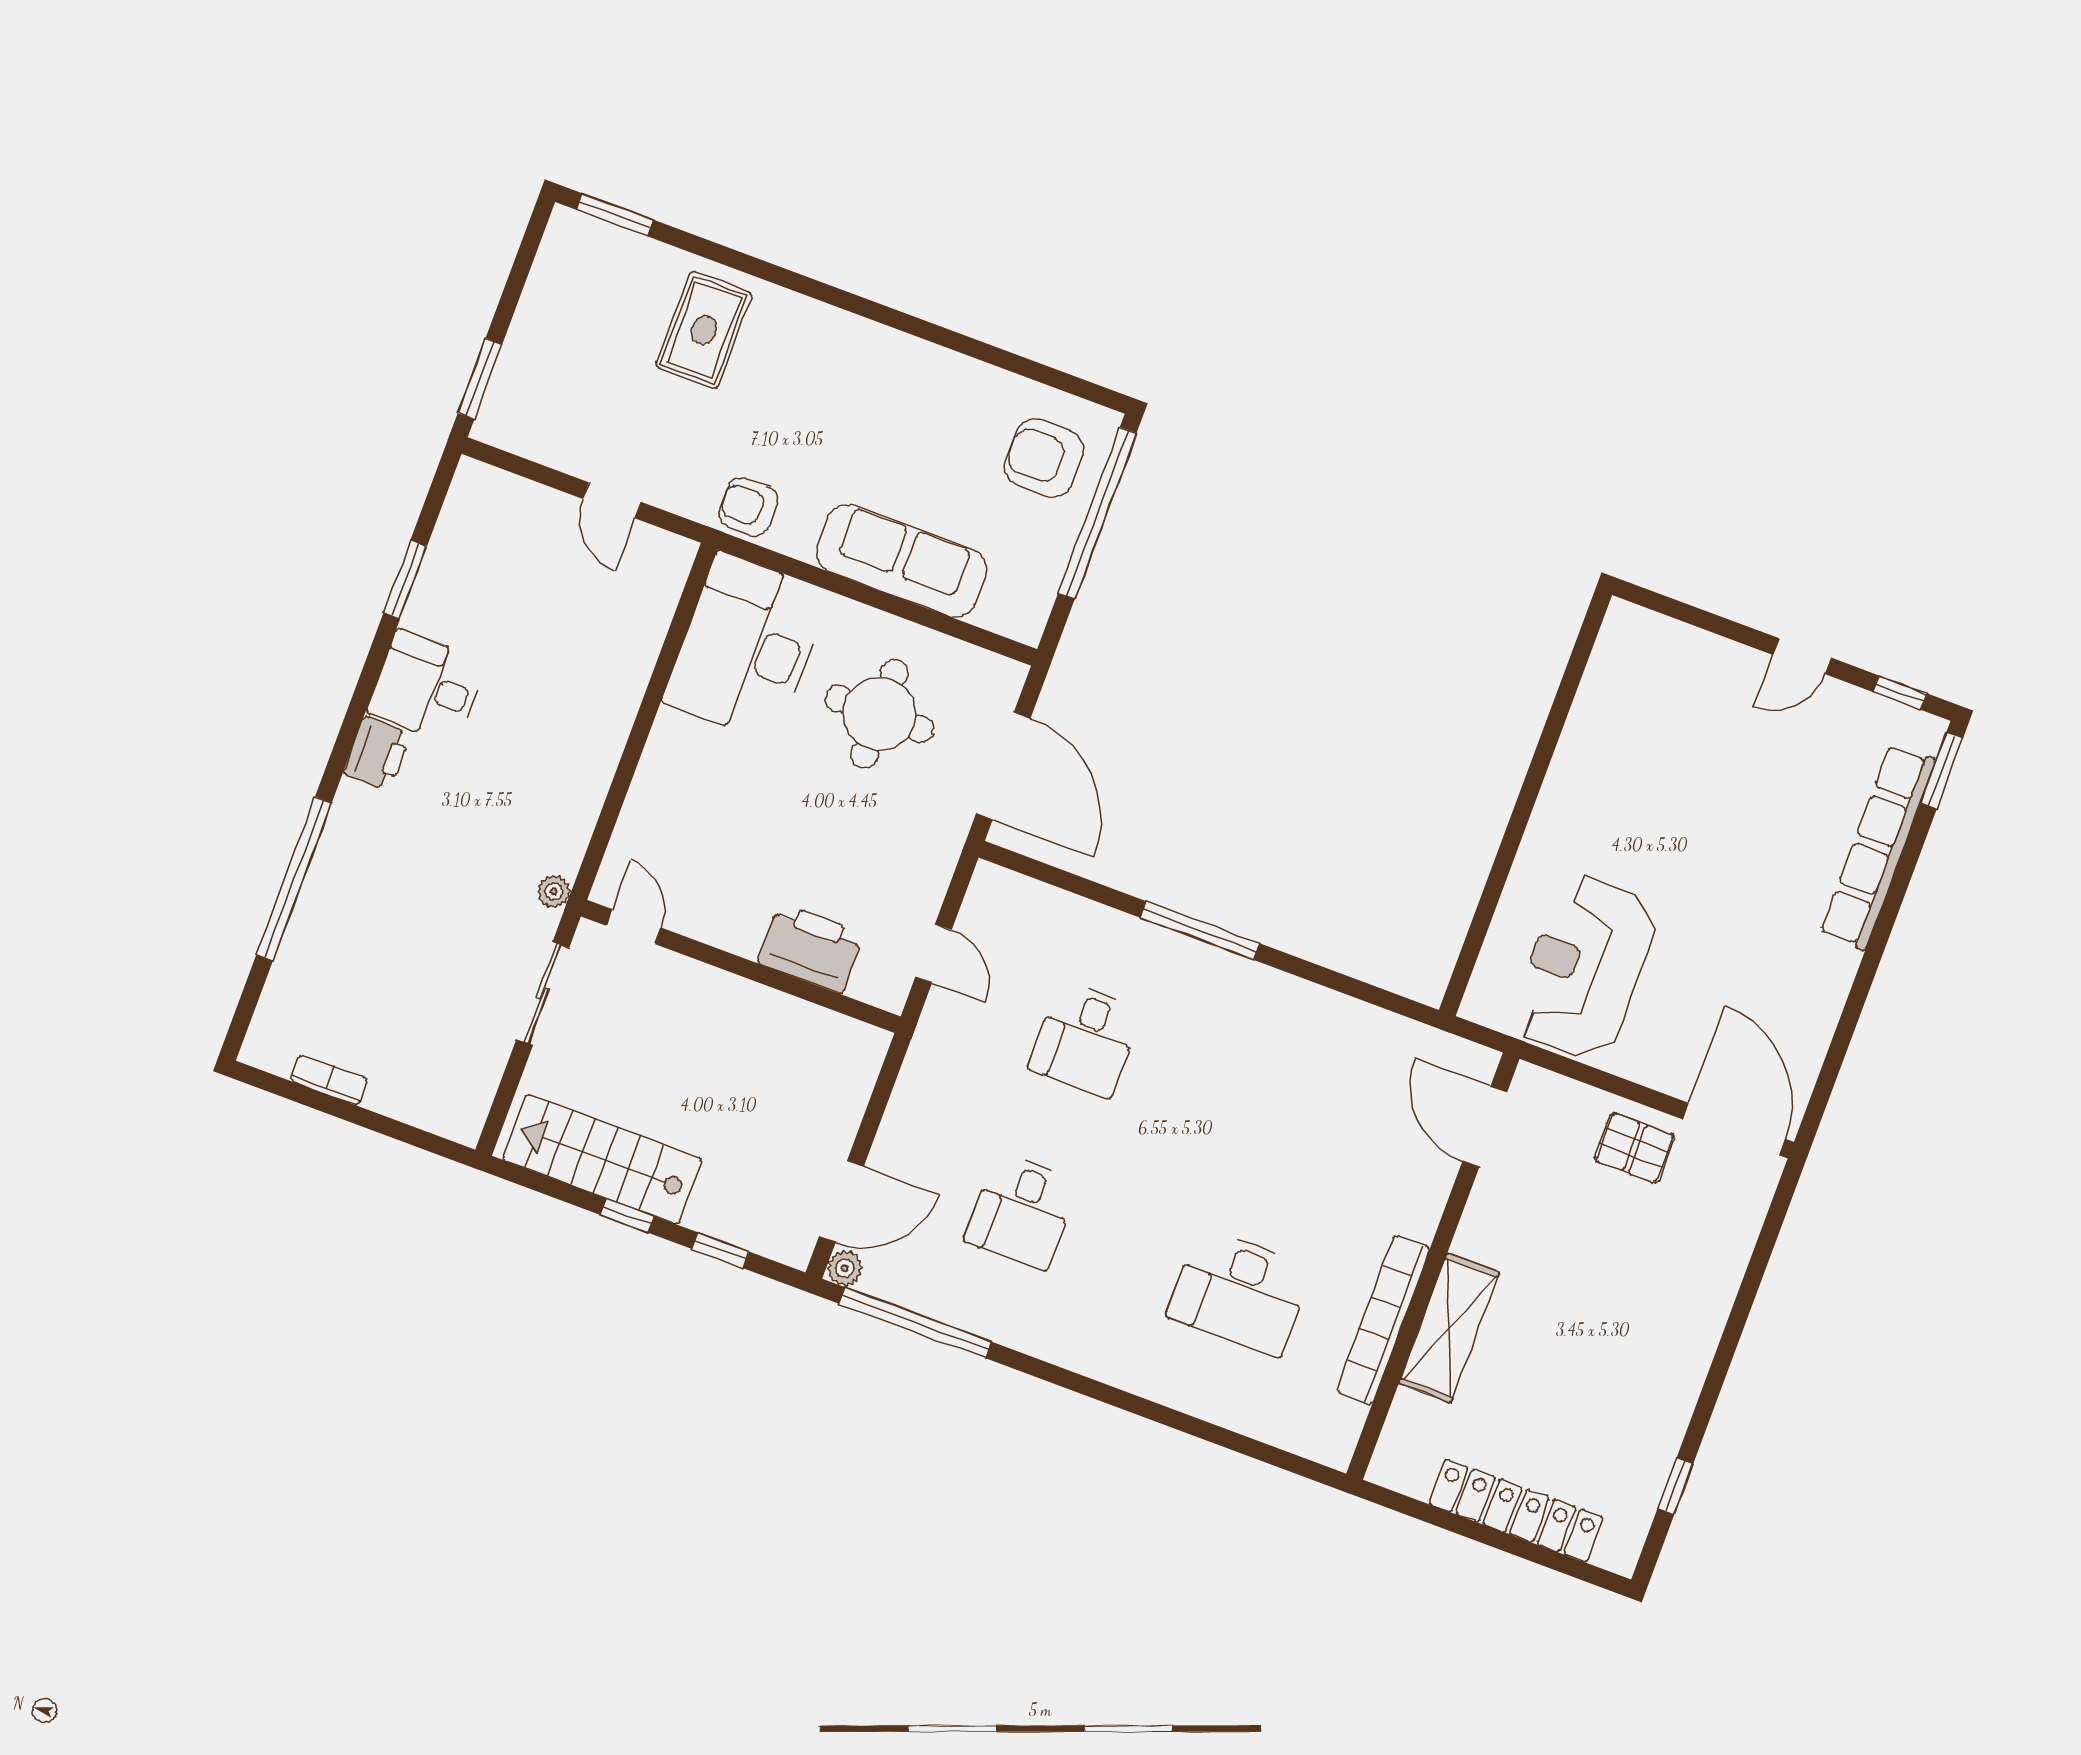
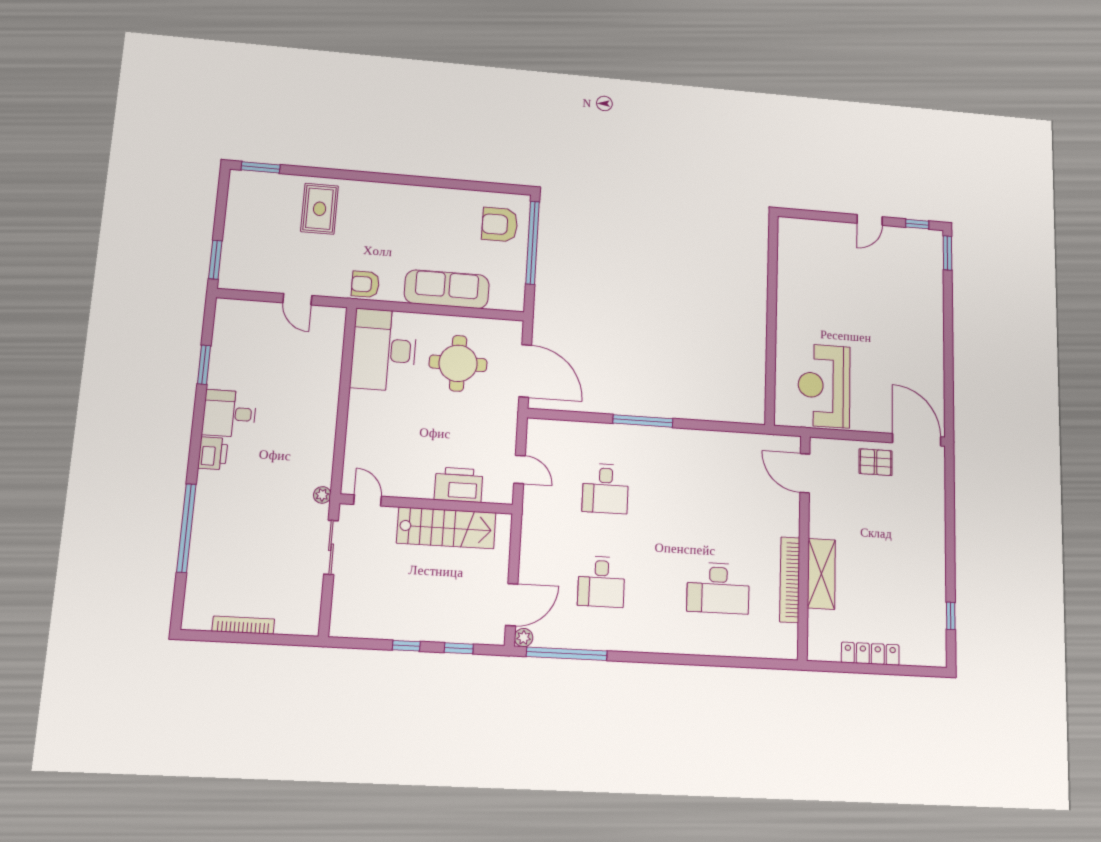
row of seats: (1878, 847) -> (933, 294), removed
bookcase: (329, 1080) -> (243, 625), width x1.56
stairs: (602, 1159) -> (446, 528), moved, turned 180
locker: (1516, 1511) -> (870, 654), width x0.71, depth x0.83

